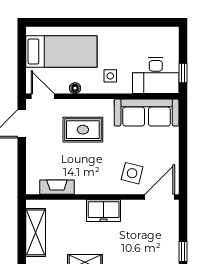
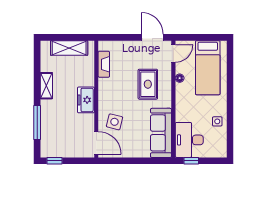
side table: (110, 76) -> (217, 121), moved

